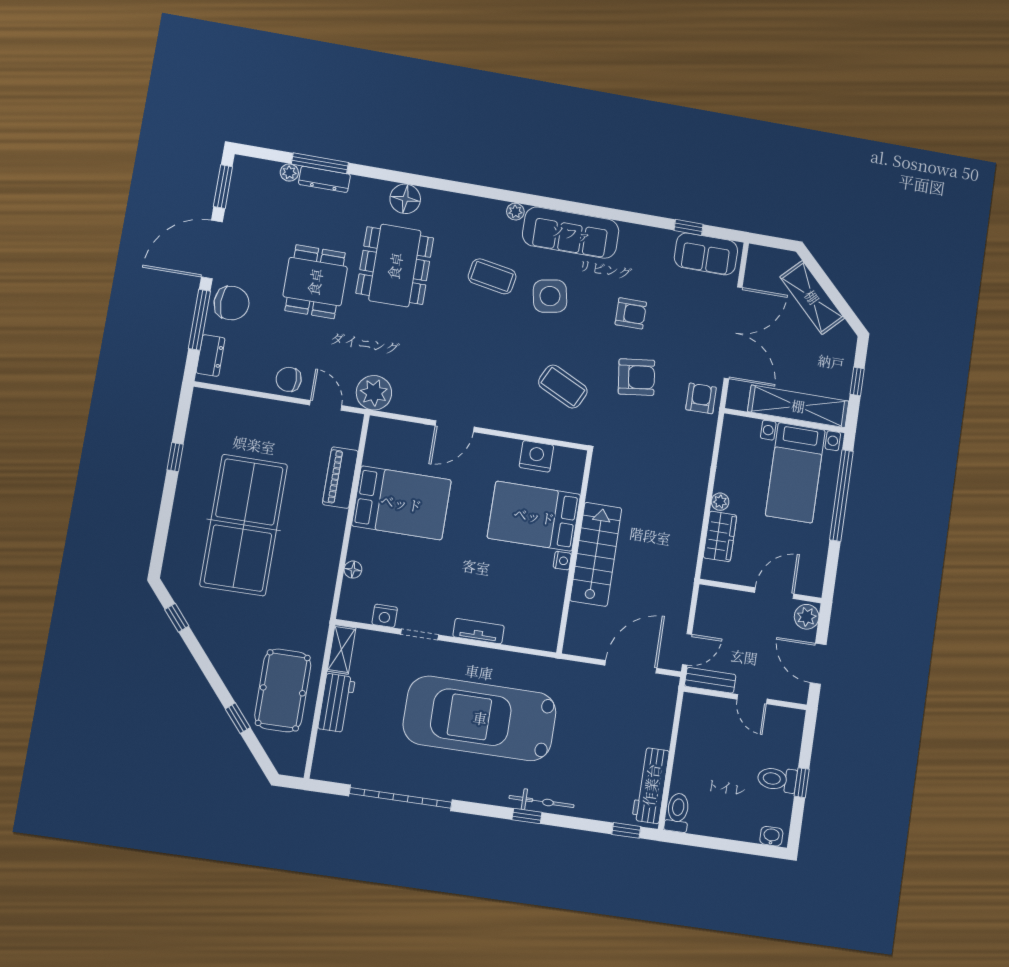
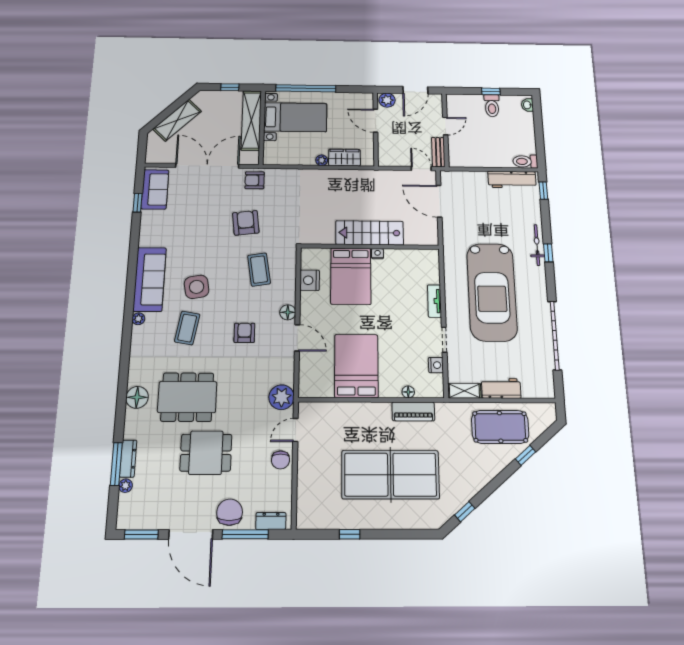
armchair: (631, 313) -> (244, 333), moved
coffee table: (563, 387) -> (259, 270), turned -35
floor lamp: (494, 418) -> (288, 312), added
piano: (340, 478) -> (413, 411), moved

